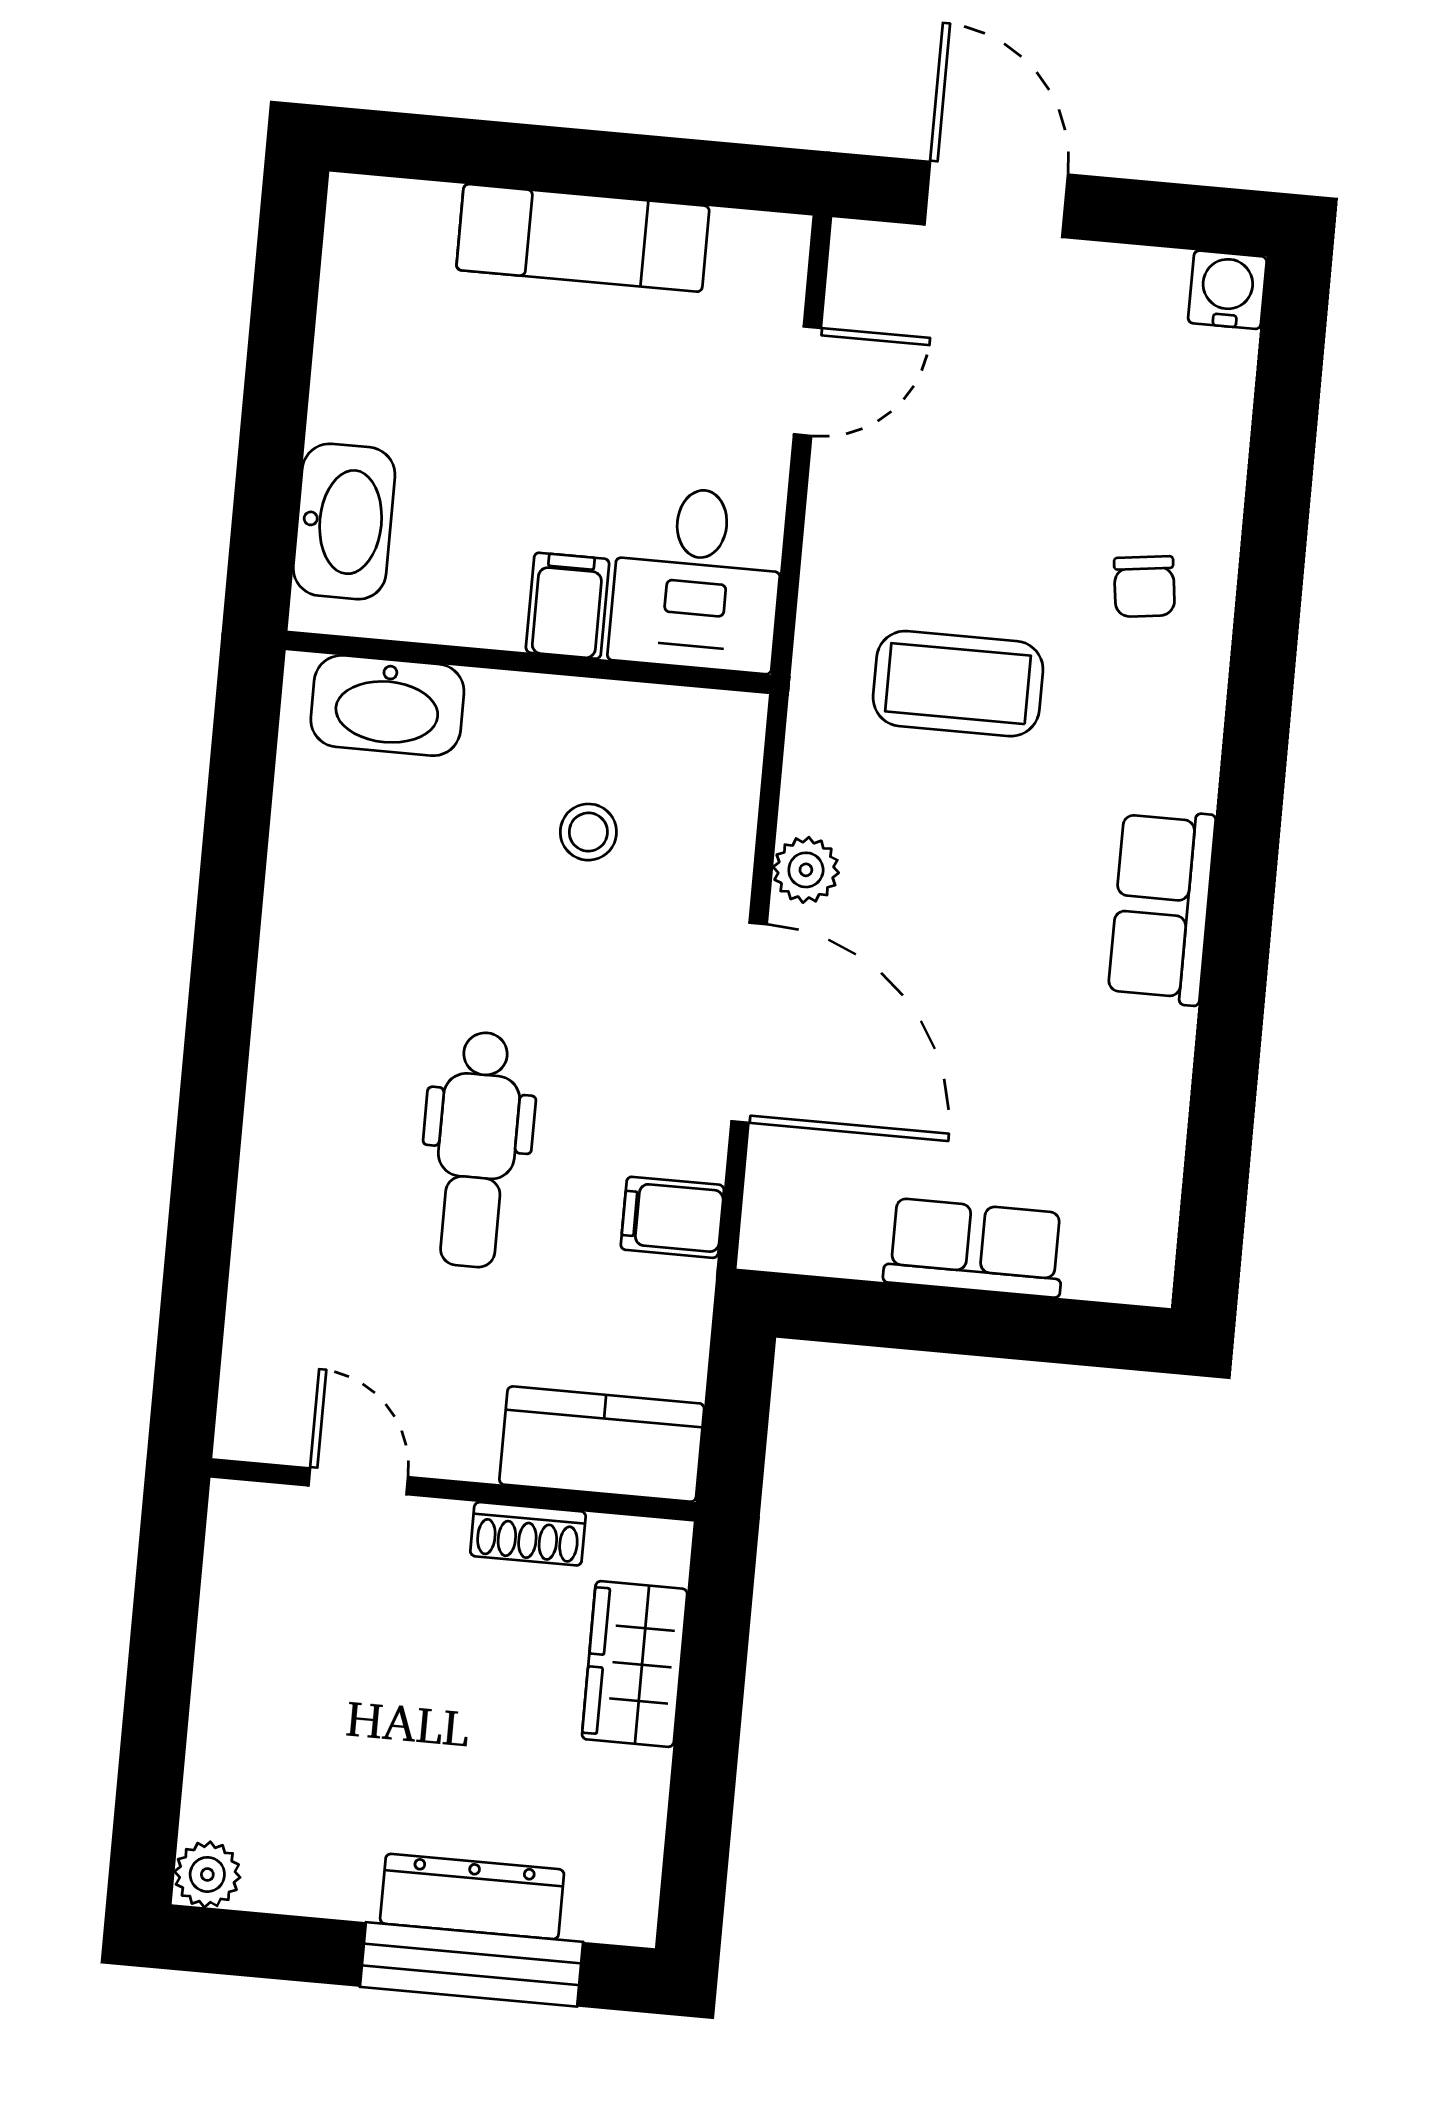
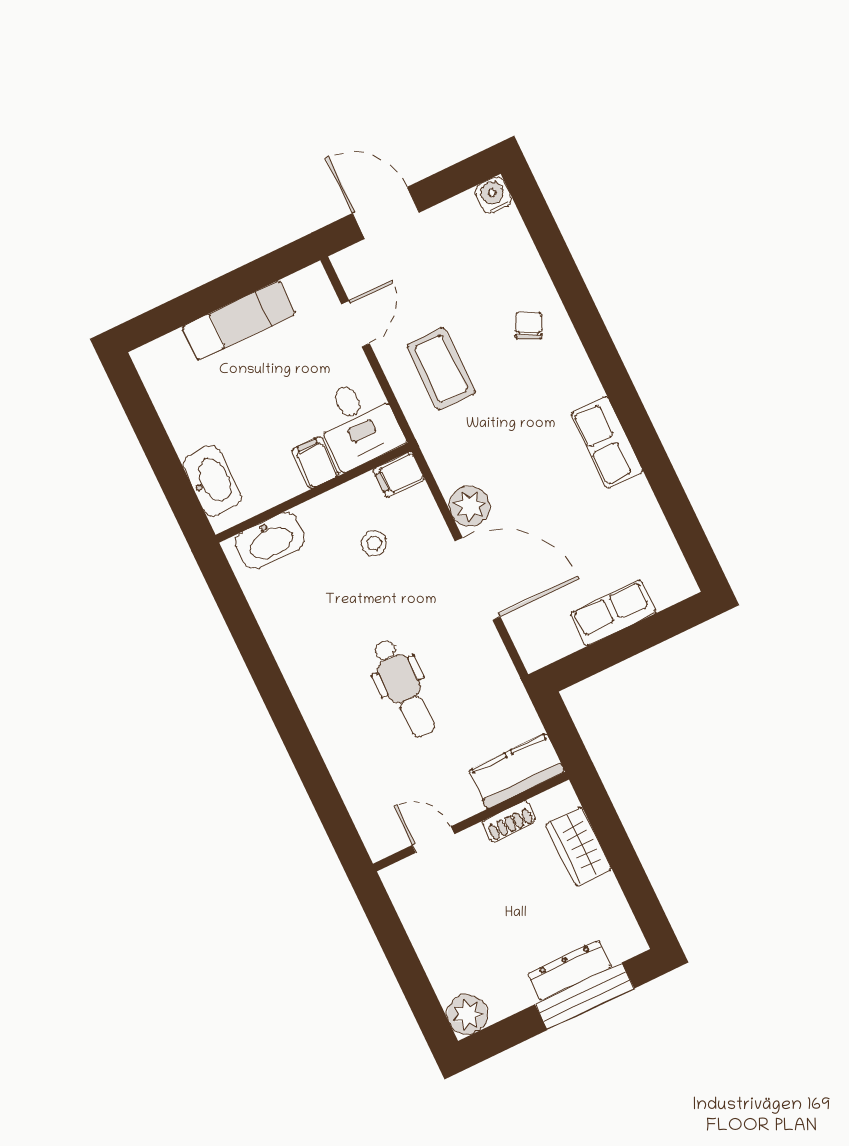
chair: (1144, 587) -> (529, 326), turned -147
coffee table: (958, 684) -> (441, 369), moved, turned 90
plant: (806, 870) -> (470, 506), width x1.38, depth x1.38
filing cabinet: (672, 1217) -> (399, 474), moved
plant: (207, 1874) -> (467, 1015), width x1.38, depth x1.38

